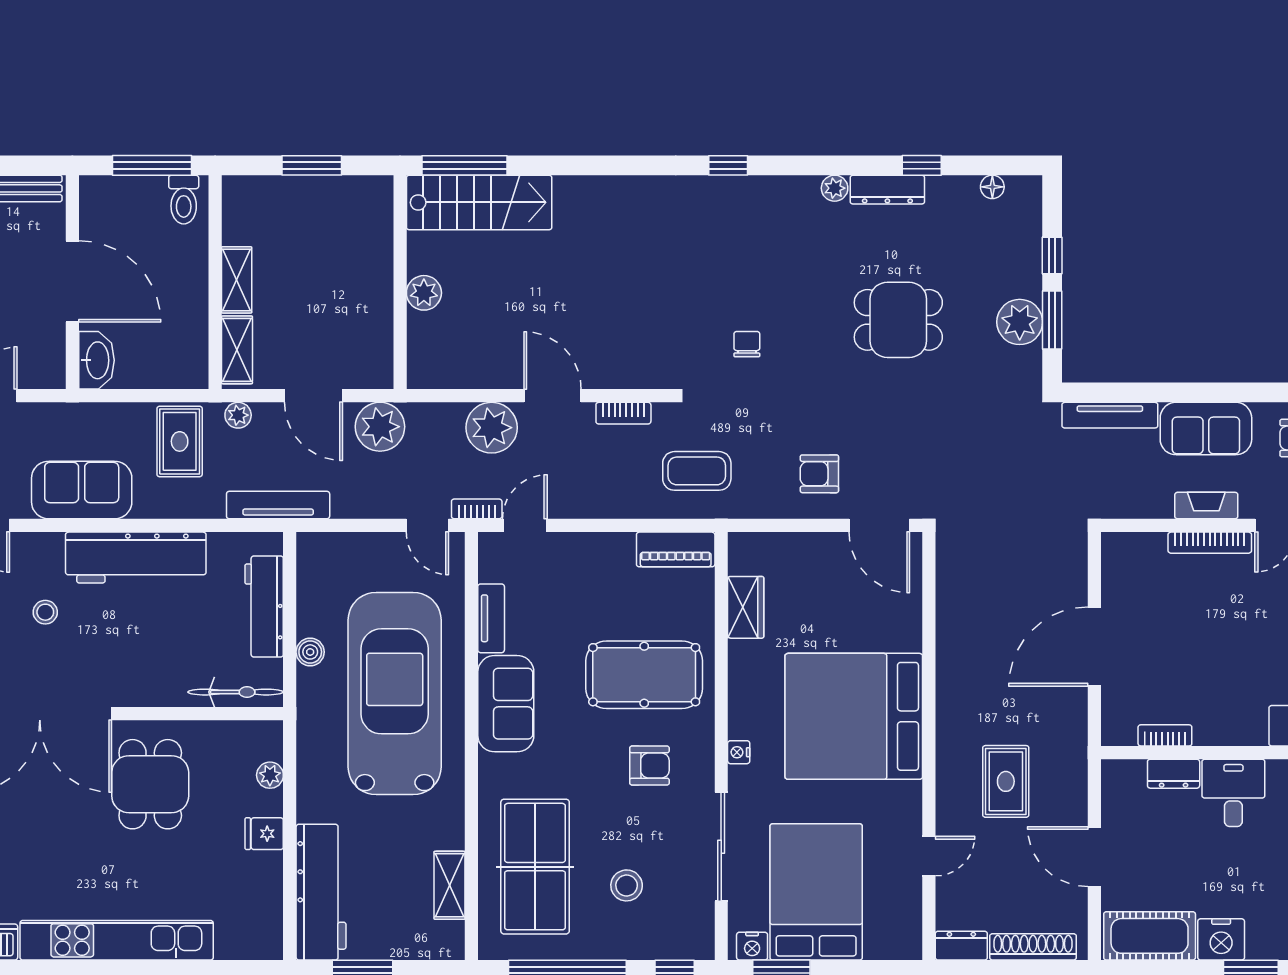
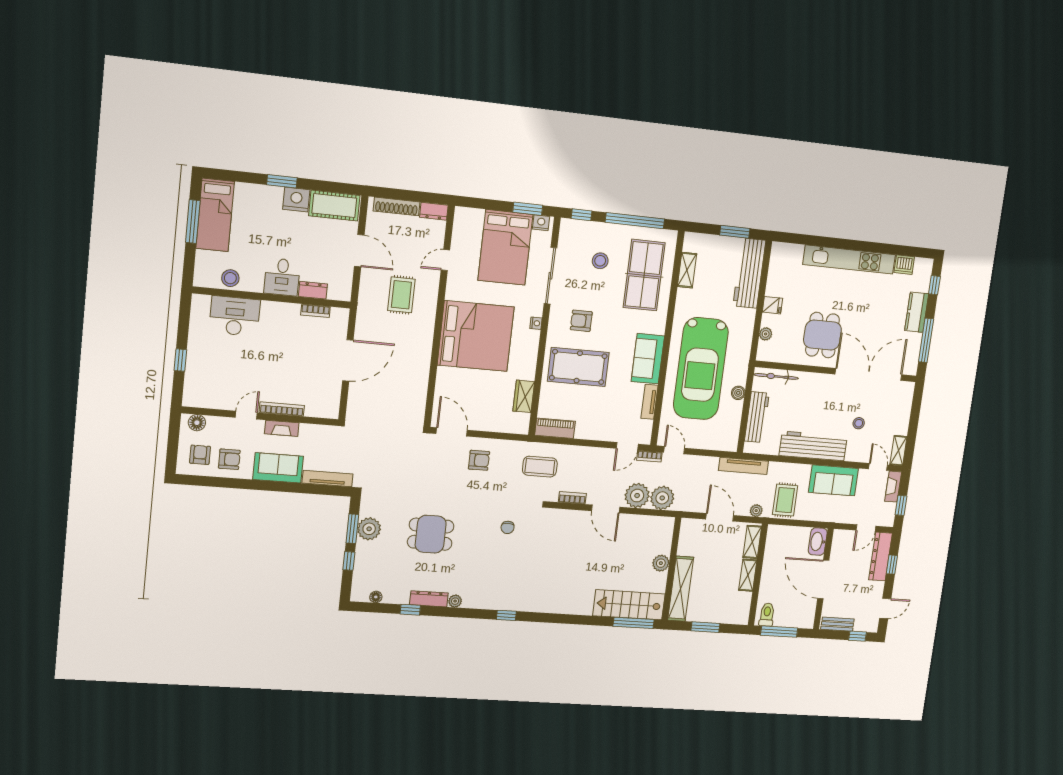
shelving: (375, 242) -> (681, 589), added
plant: (380, 427) -> (662, 498), moved

